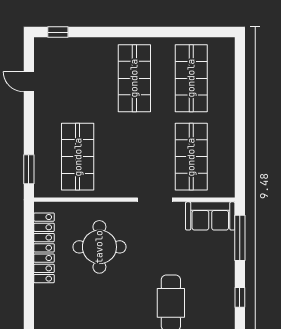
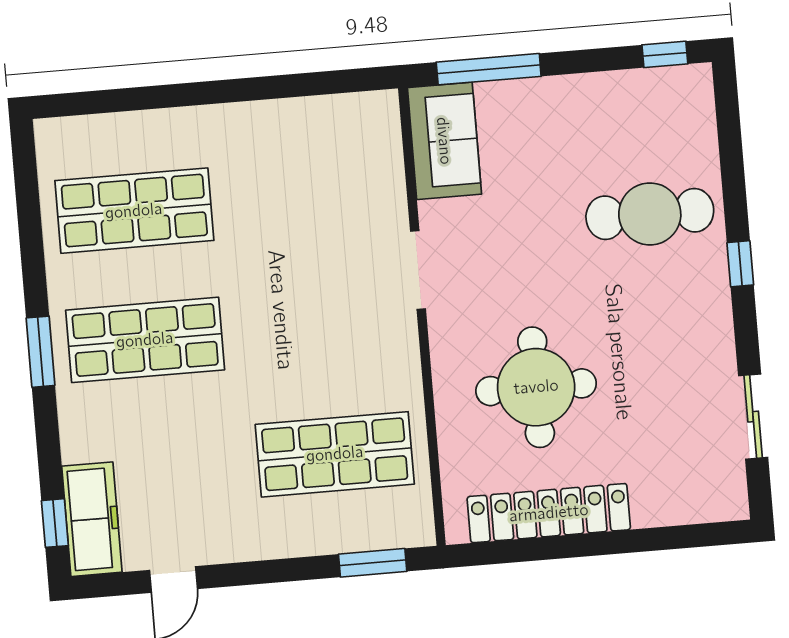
window: (133, 32) -> (40, 352), added
freezer: (58, 48) -> (92, 519), added
shop shelf: (191, 157) -> (313, 196), removed
window: (240, 297) -> (665, 54), moved

